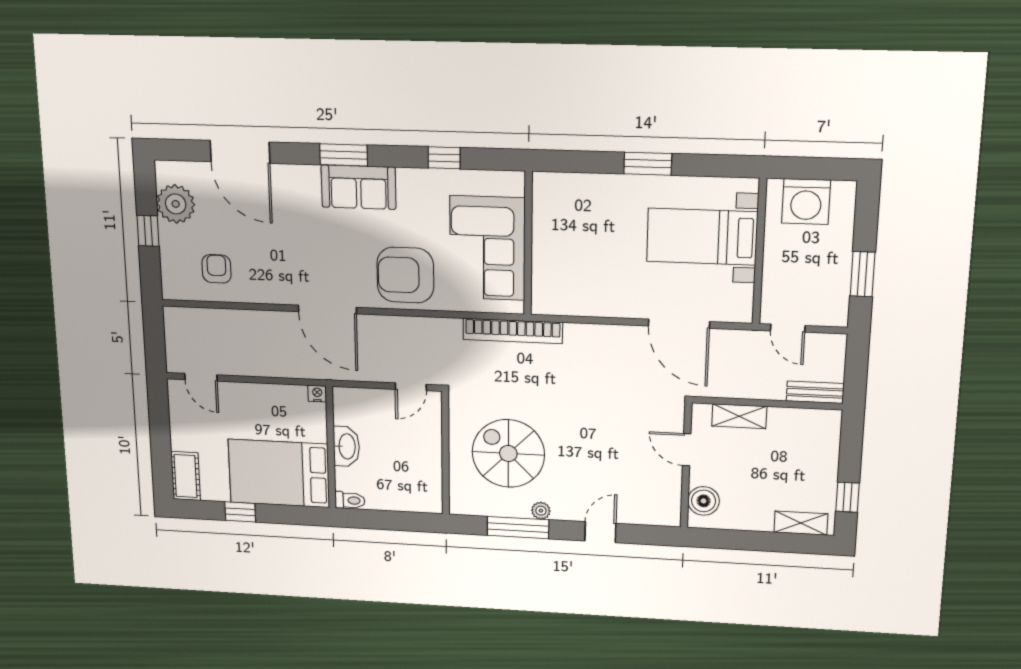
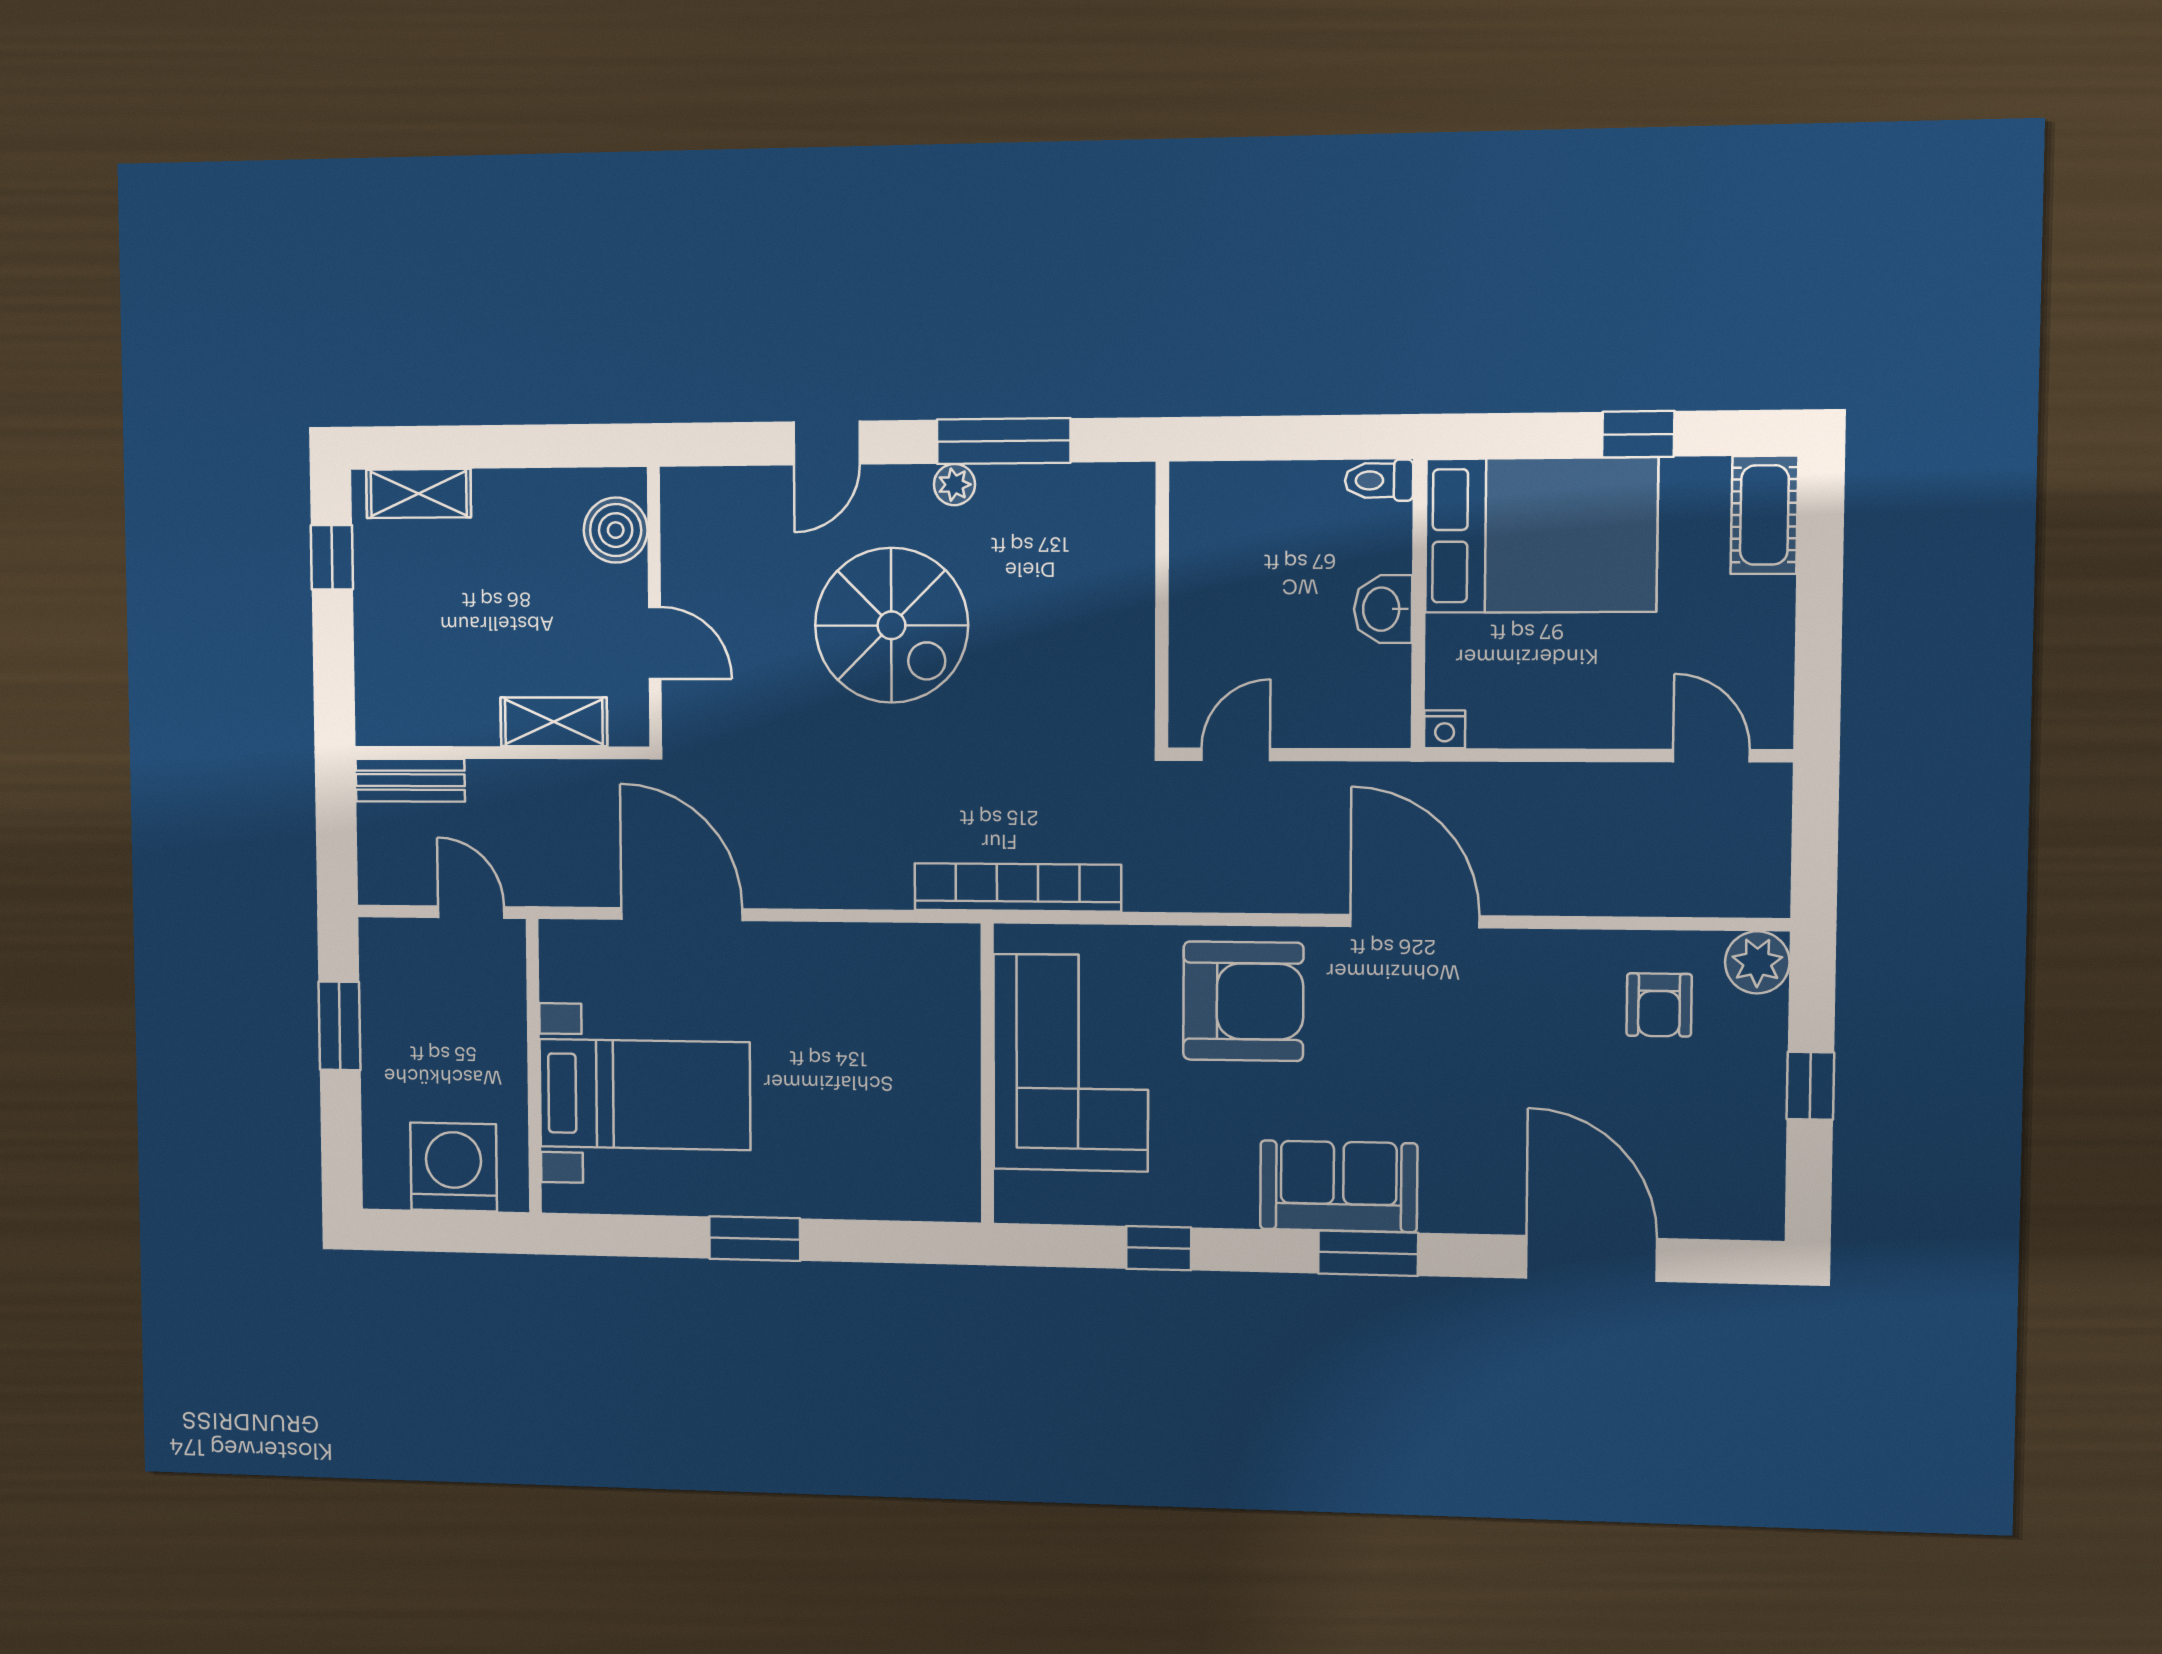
plant: (176, 204) -> (1757, 962), moved, width x0.73, depth x0.73
washbasin: (346, 446) -> (1383, 609), width x0.72
spiral stairs: (508, 453) -> (891, 625), moved

